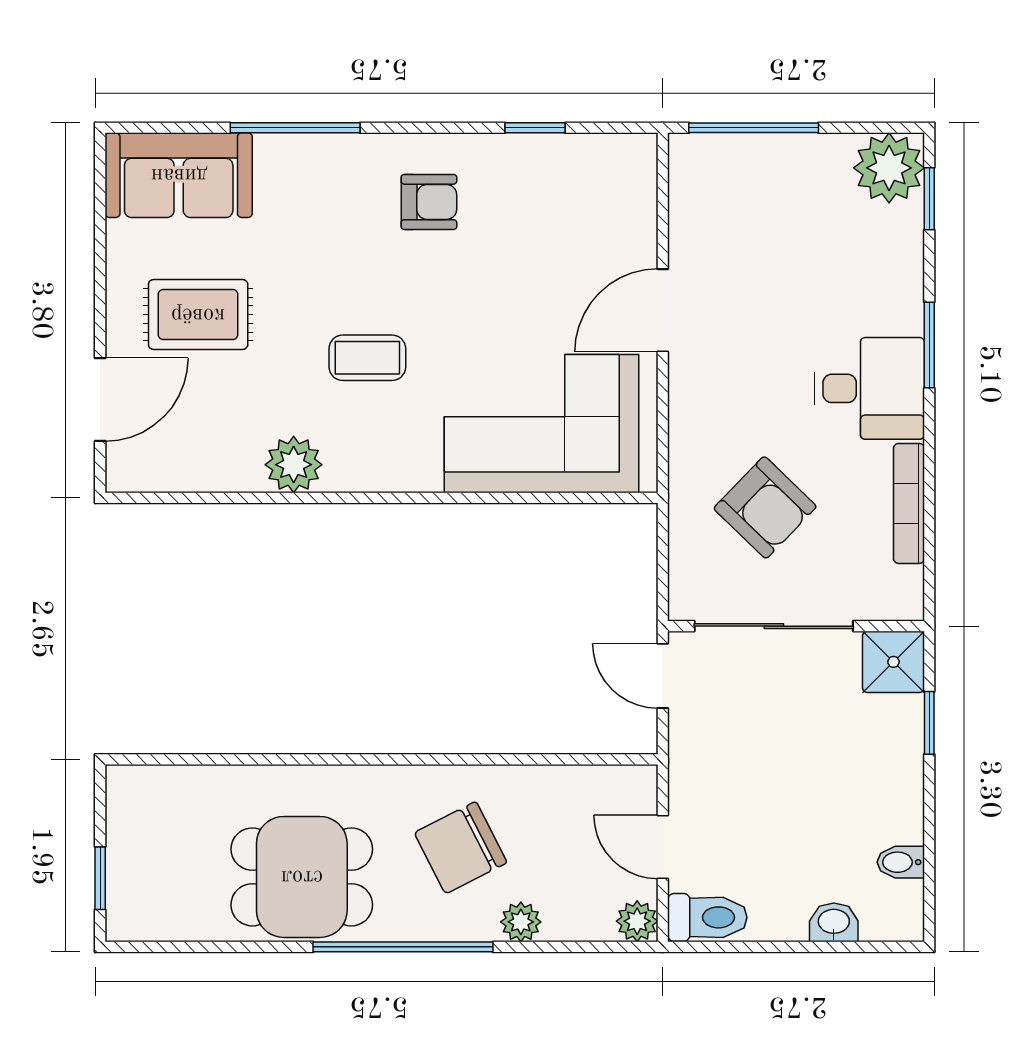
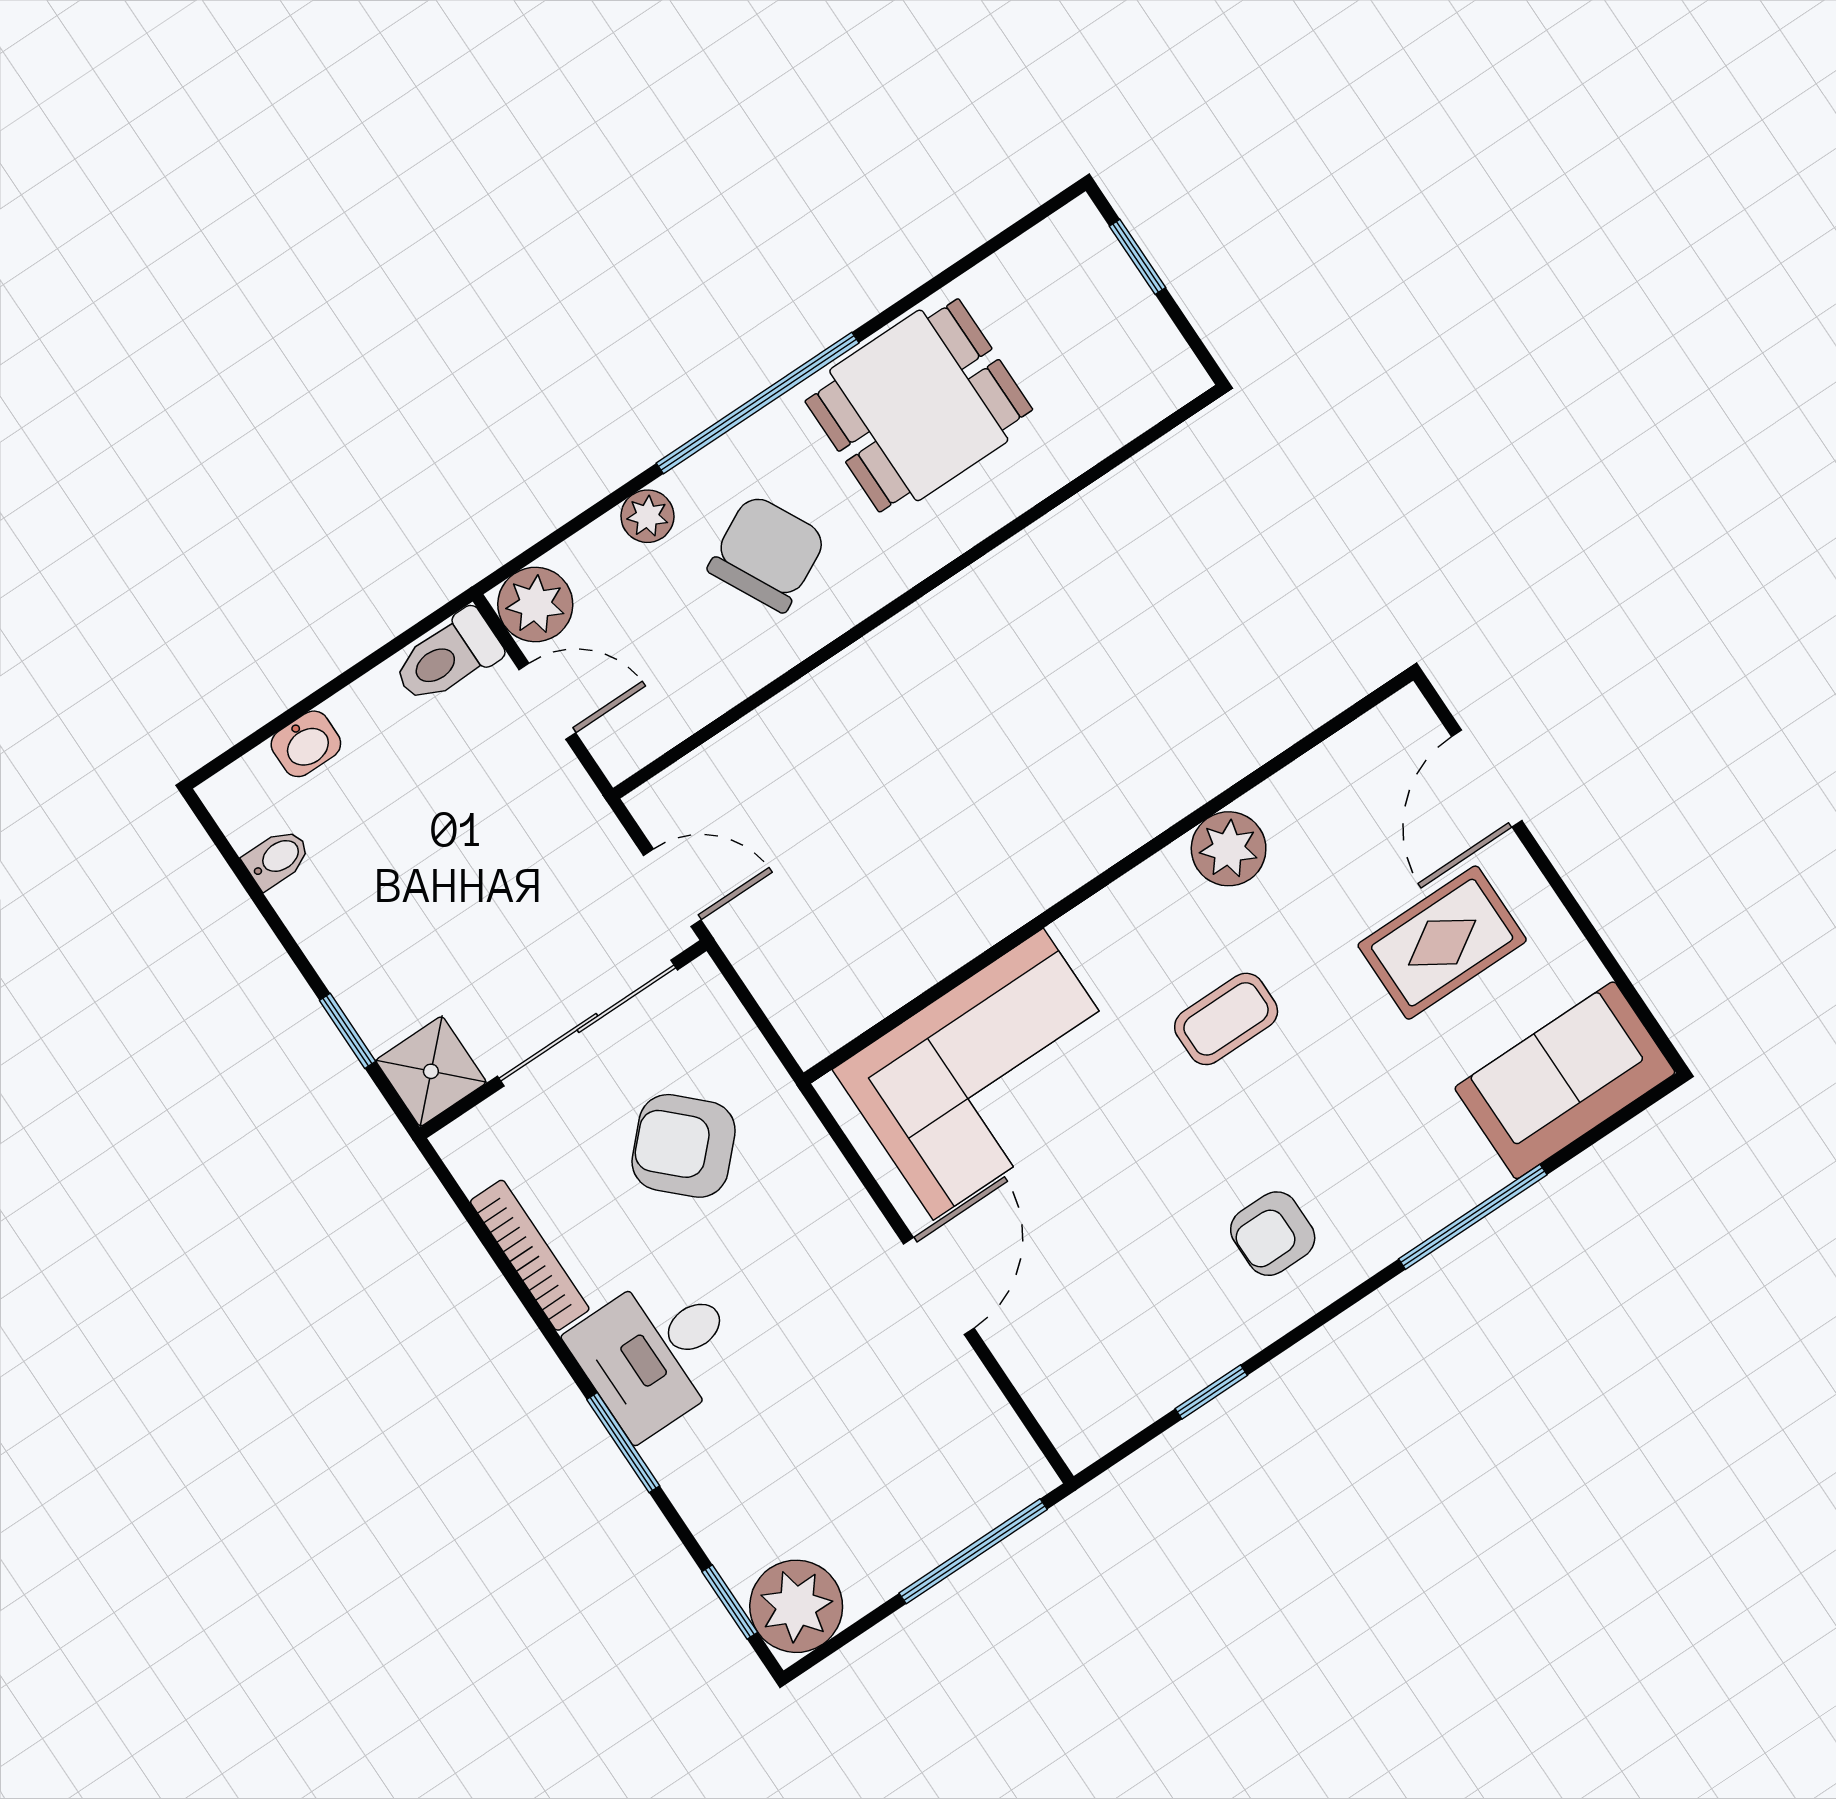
plant: (637, 921) -> (535, 605), width x1.38, depth x1.38

